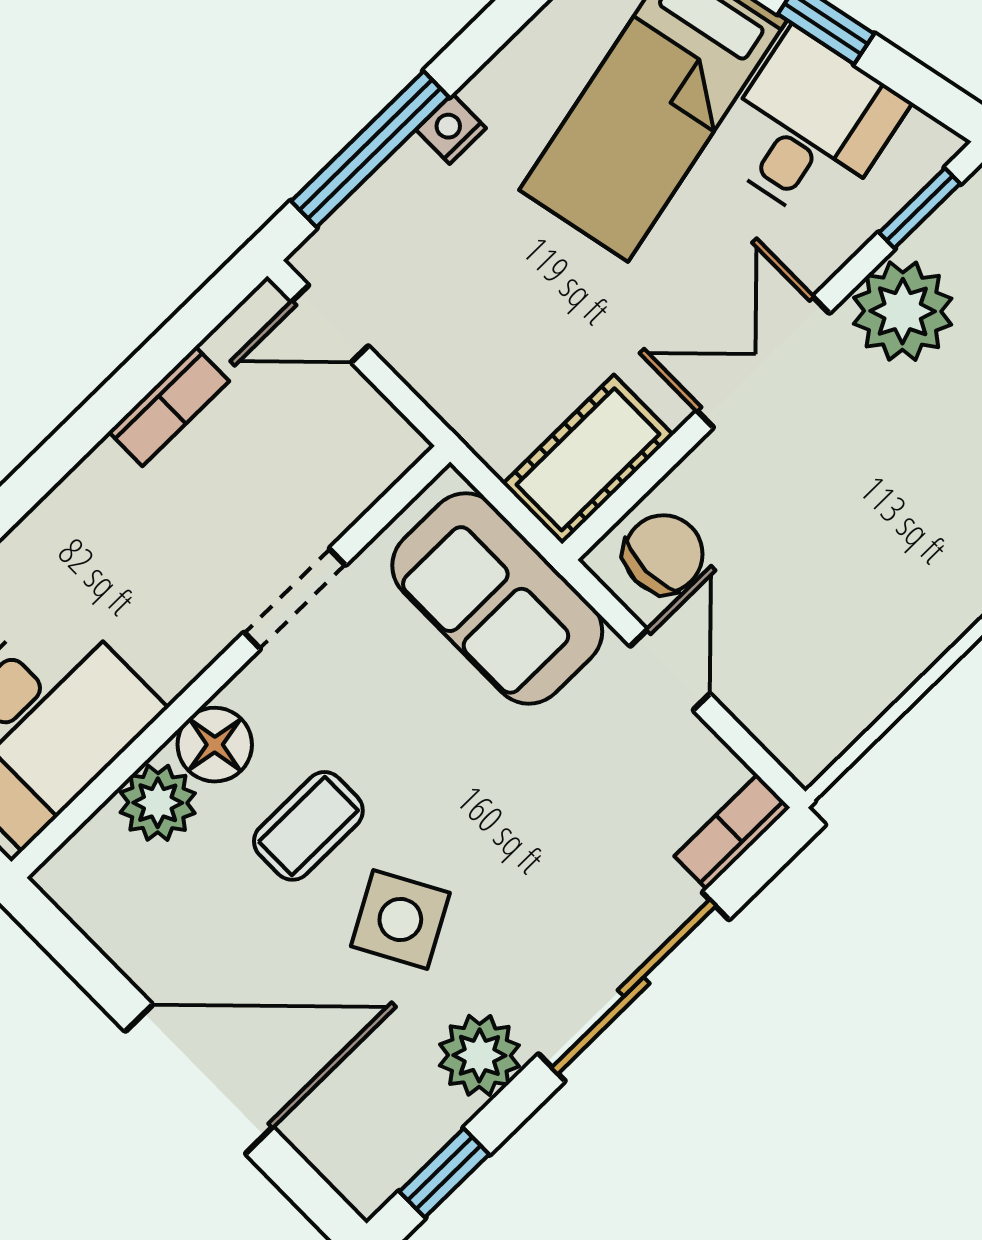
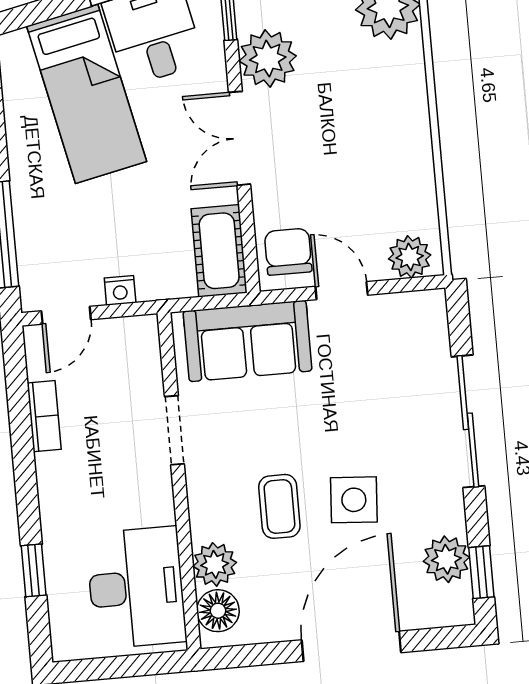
nightstand: (451, 129) -> (120, 290), moved, turned -90
plant: (792, 725) -> (410, 257), added
floor lamp: (215, 745) -> (218, 611), moved
bookcase: (732, 832) -> (435, 322), removed
side table: (400, 919) -> (354, 500), turned 33
plant: (479, 1055) -> (446, 559), moved

